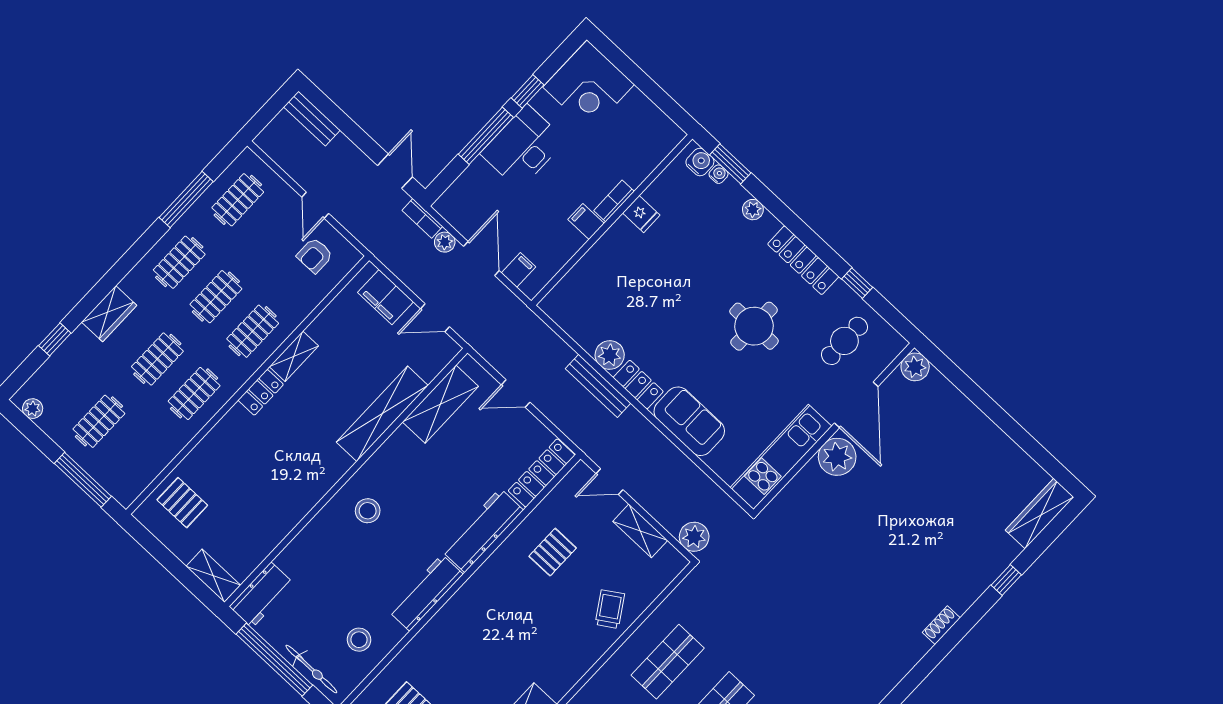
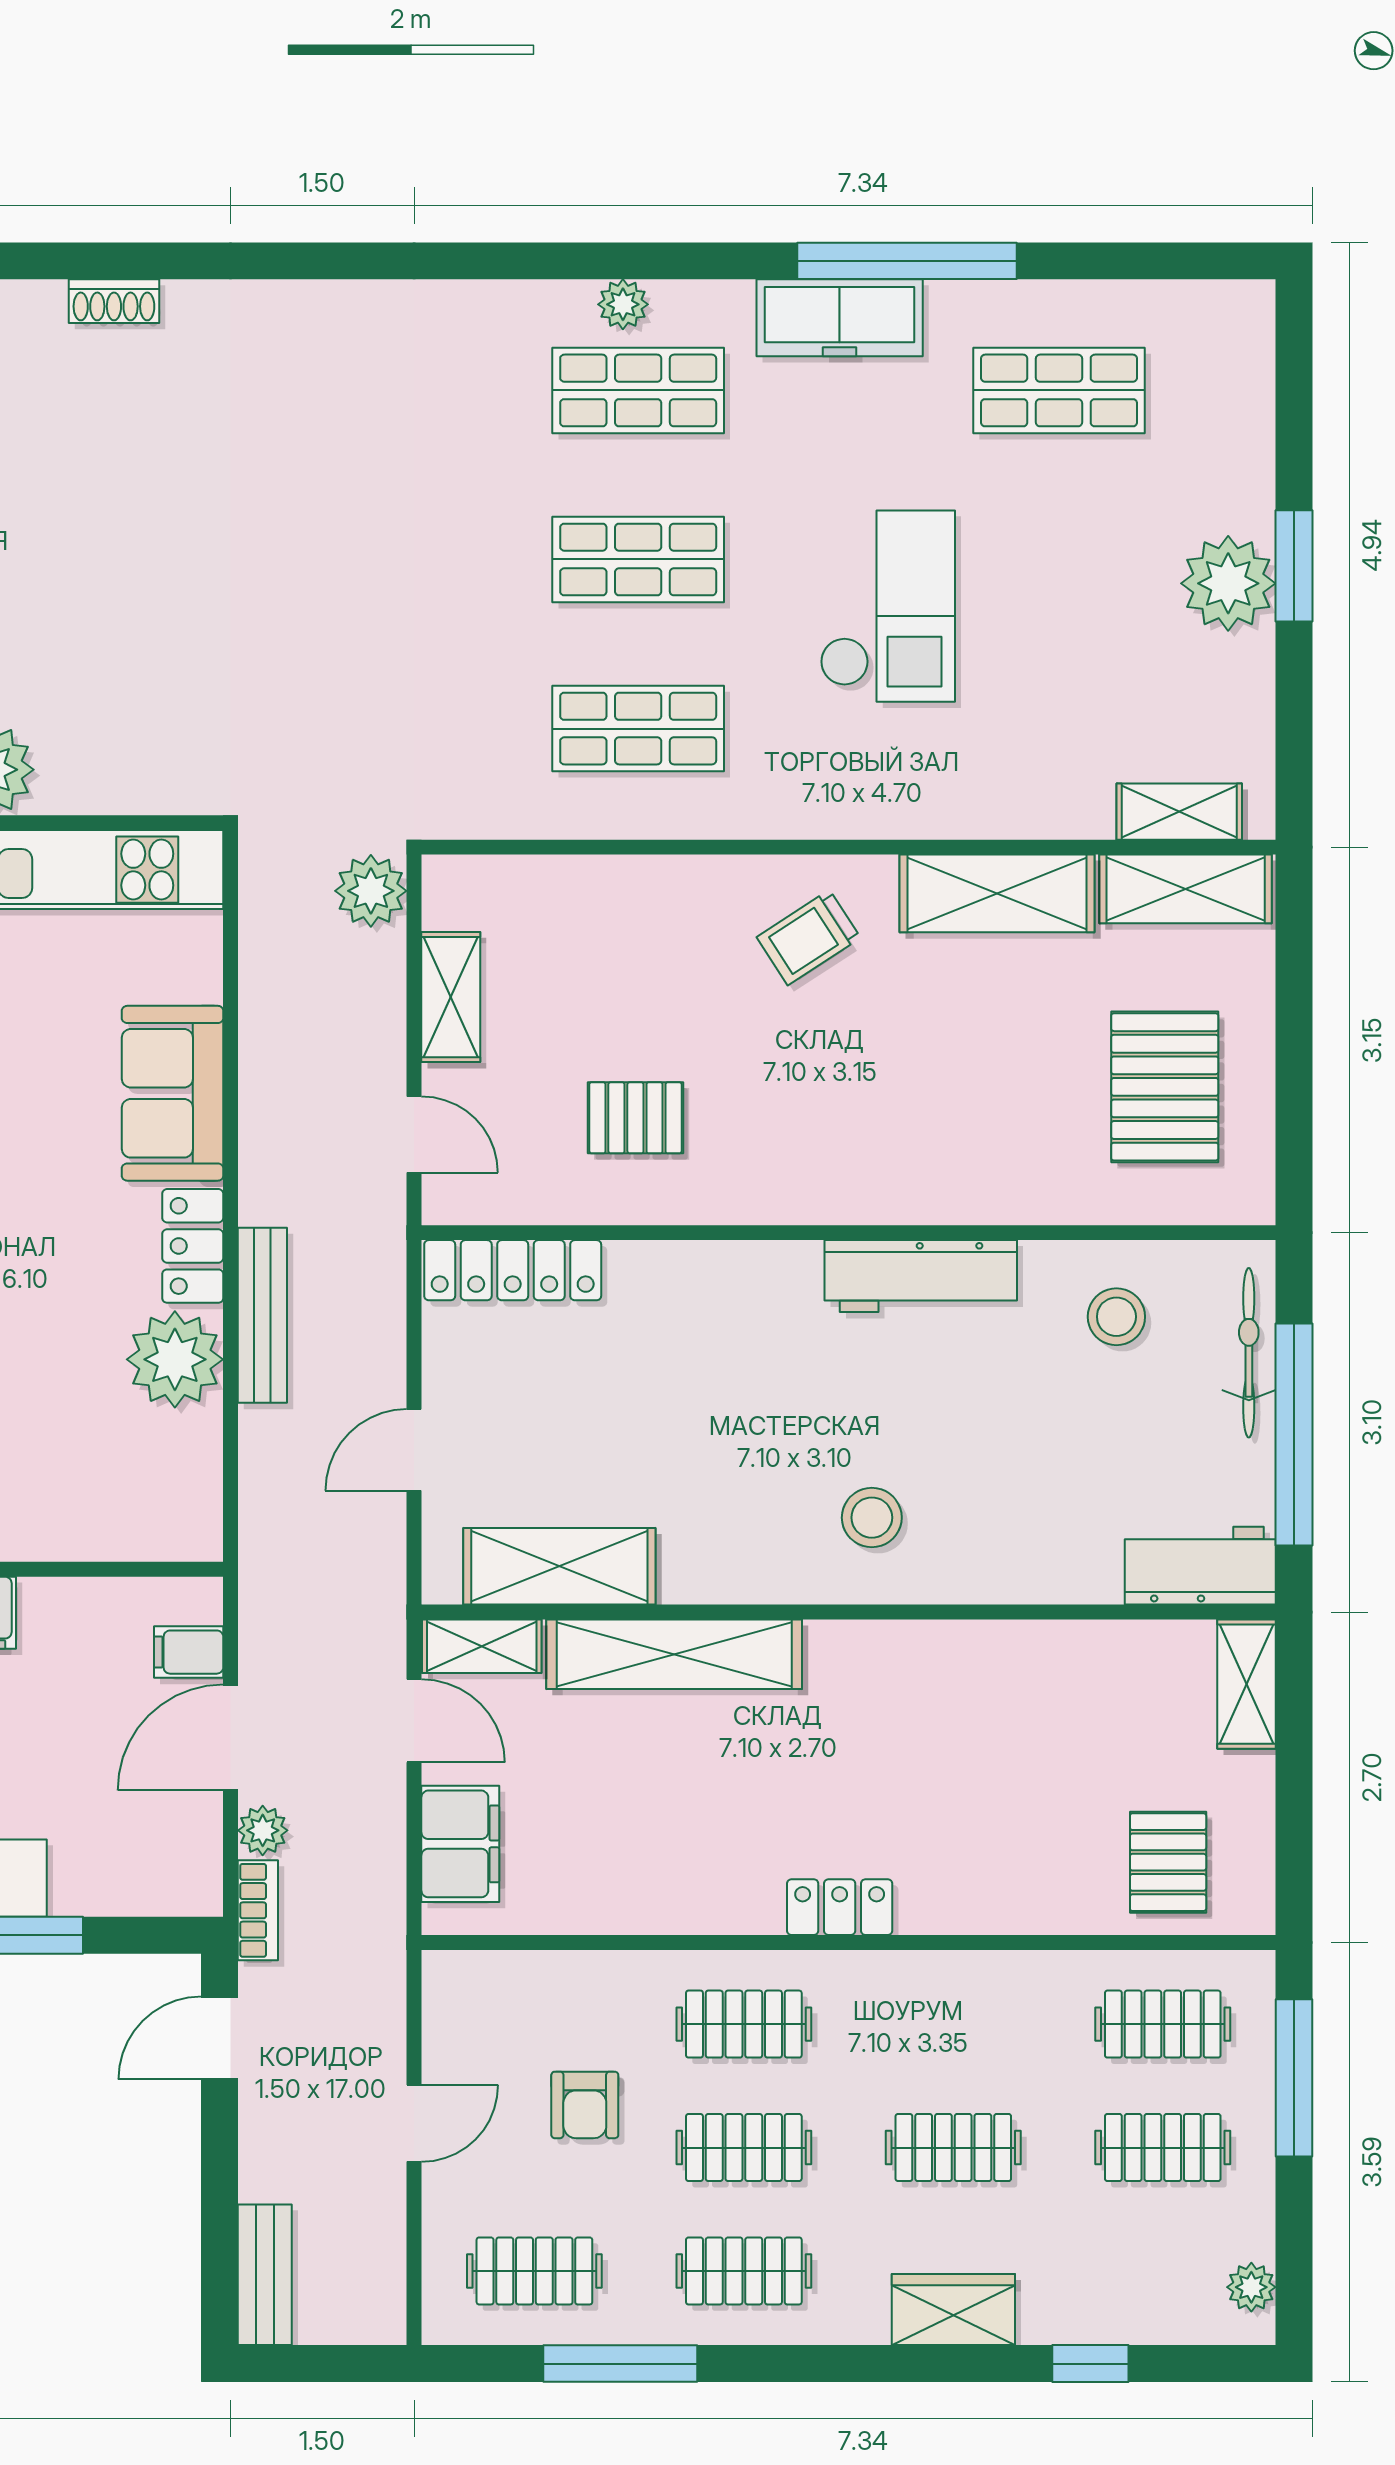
armchair: (315, 255) -> (585, 2105), moved, turned 90
plant: (610, 355) -> (175, 1359), width x1.36, depth x1.36
shelving: (294, 356) -> (482, 1646), moved
clothes rail: (194, 393) -> (1163, 2024), moved
door: (516, 393) -> (414, 1450), swing flipped
workbench: (482, 530) -> (714, 1280), removed
trolley: (610, 609) -> (809, 938), moved

